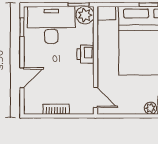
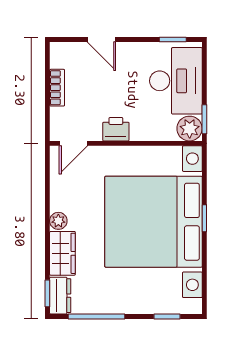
printer: (86, 54) -> (116, 129), moved

